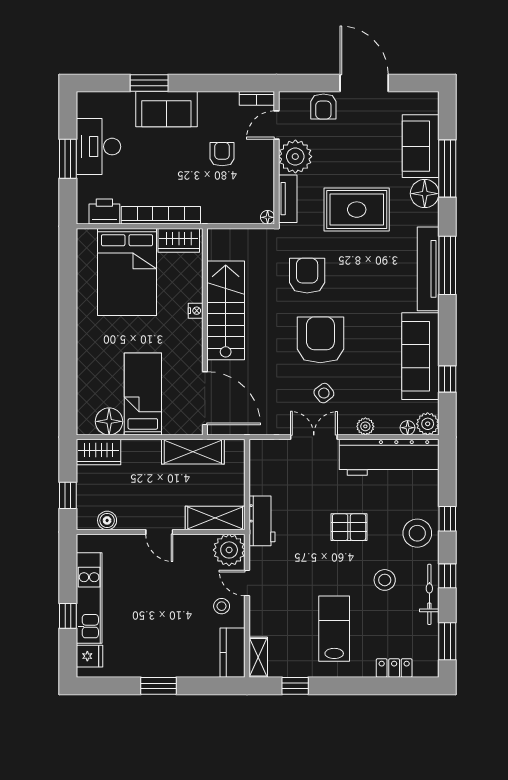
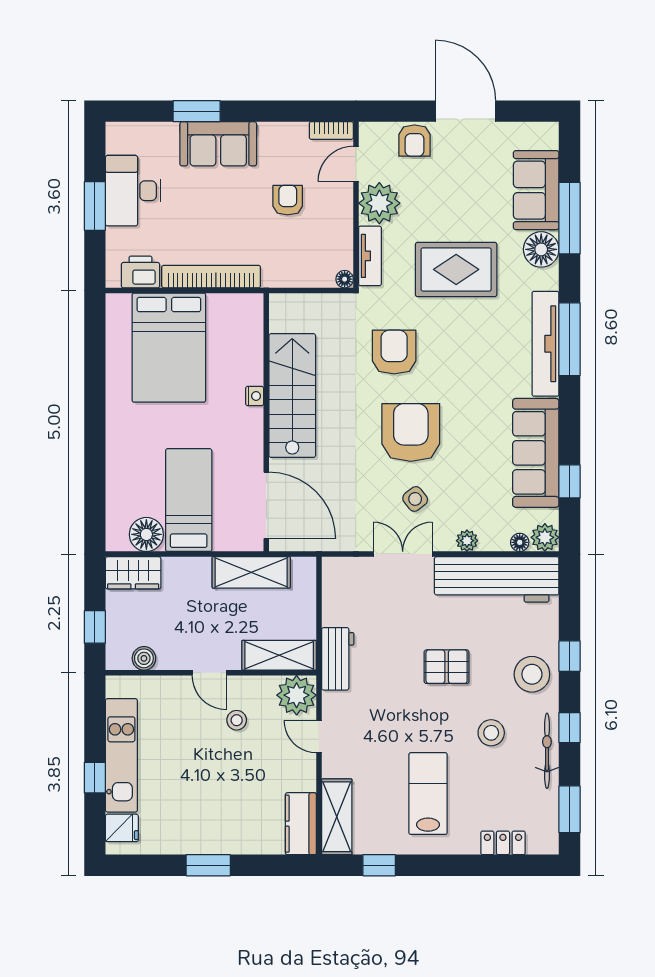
wardrobe: (179, 240) -> (234, 308), removed
stool: (222, 606) -> (237, 720), moved
shelving: (258, 657) -> (337, 817), width x1.50, depth x1.33

